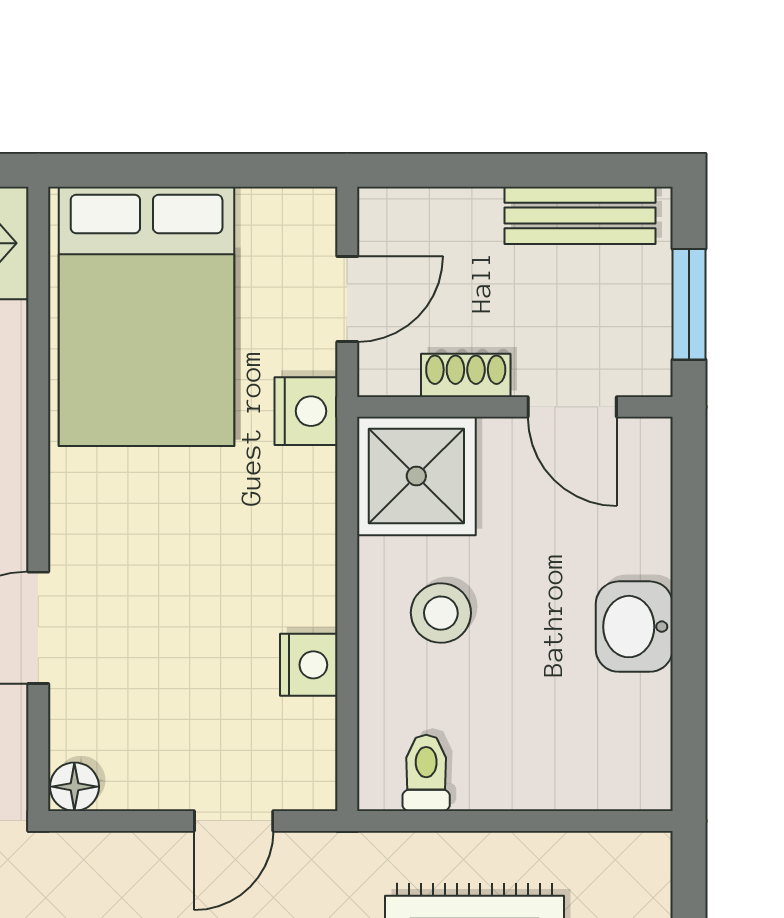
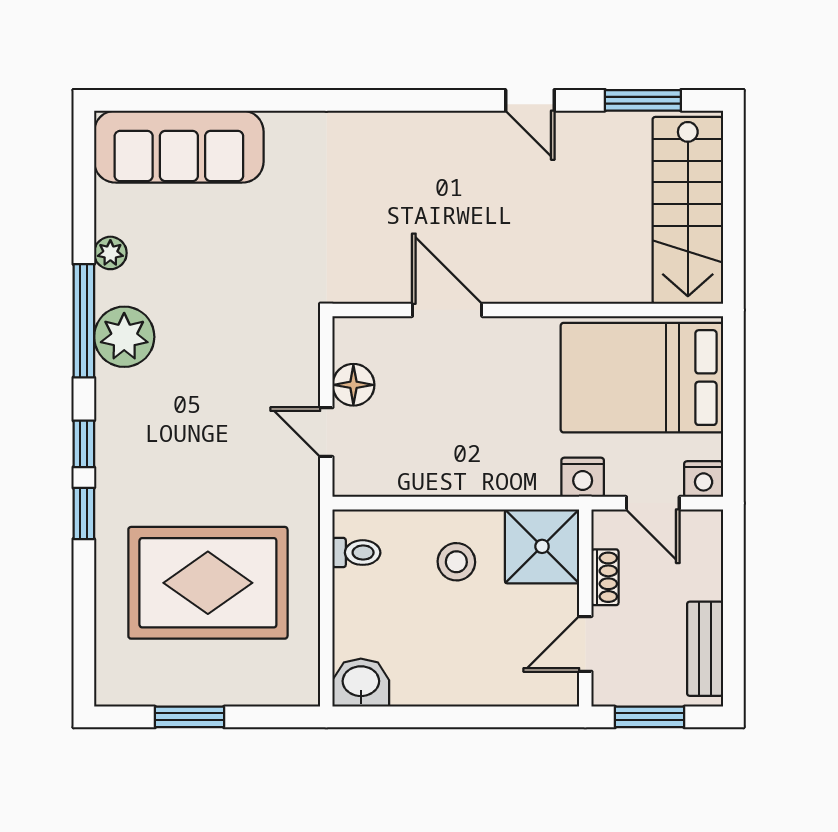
washbasin: (634, 627) -> (361, 683), moved
nightstand: (309, 665) -> (704, 479), moved
floor lamp: (74, 787) -> (353, 385), moved, width x1.37, depth x1.37

